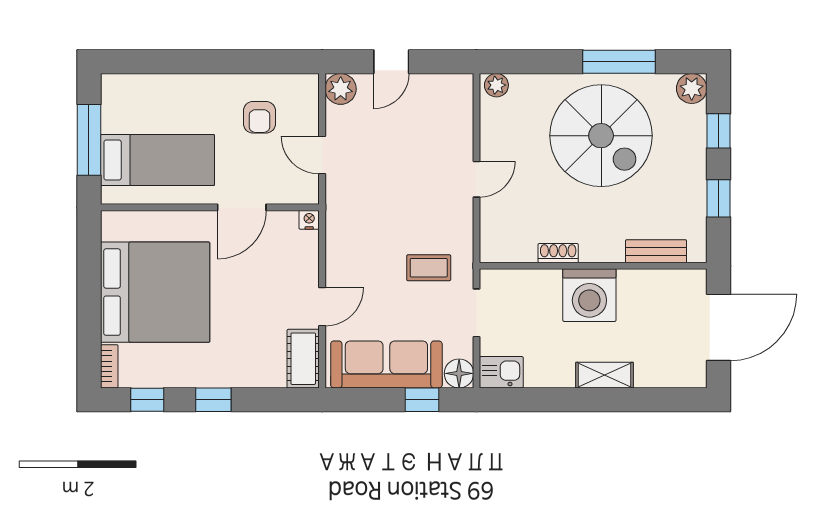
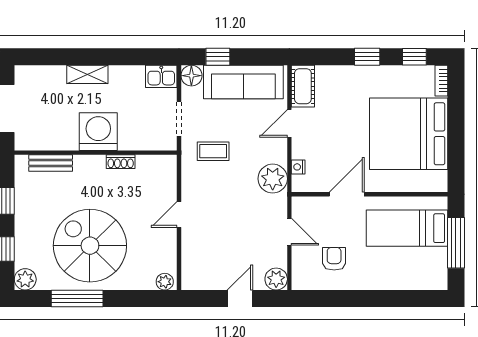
nightstand: (309, 220) -> (298, 167), moved, turned 90
plant: (345, 229) -> (273, 179), added

